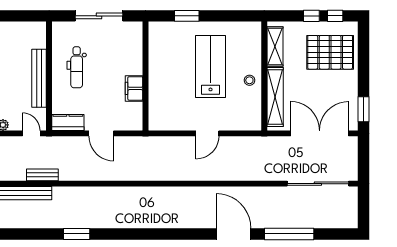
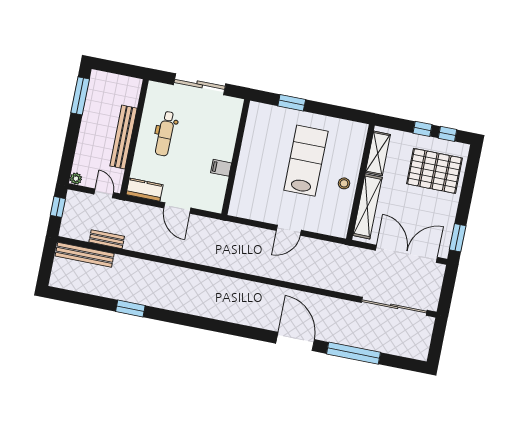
filing cabinet: (134, 88) -> (221, 168), width x0.50

